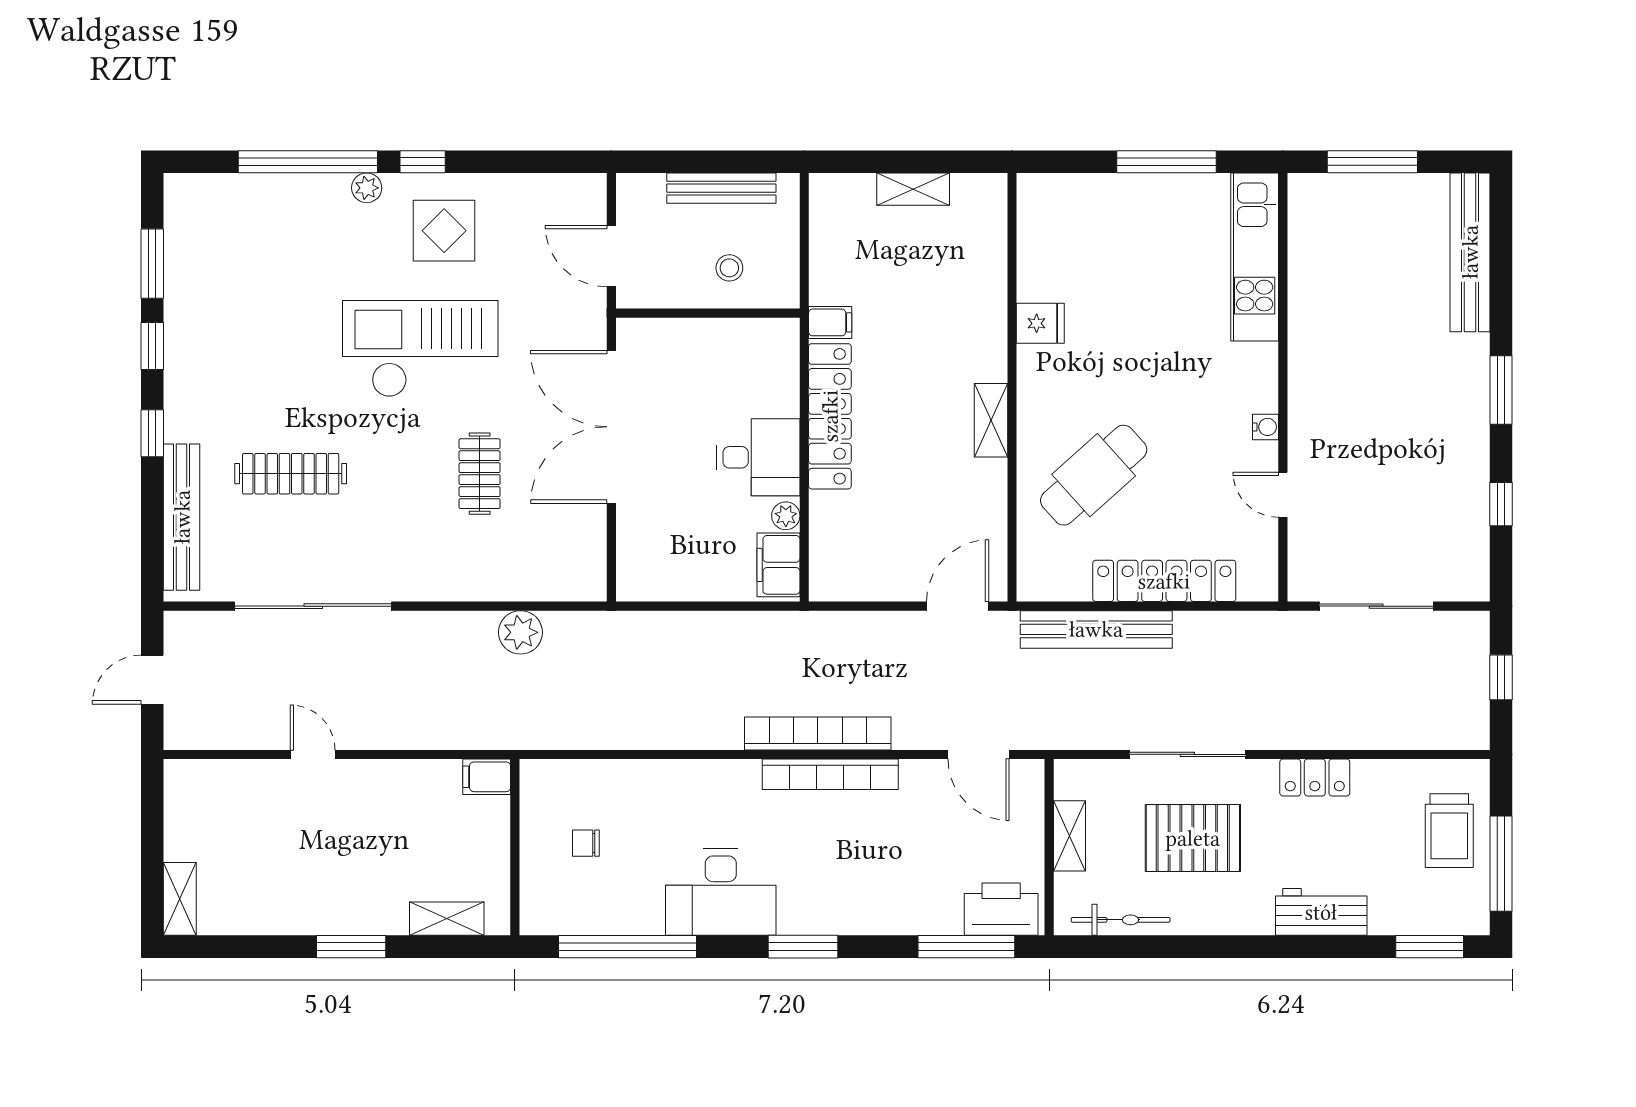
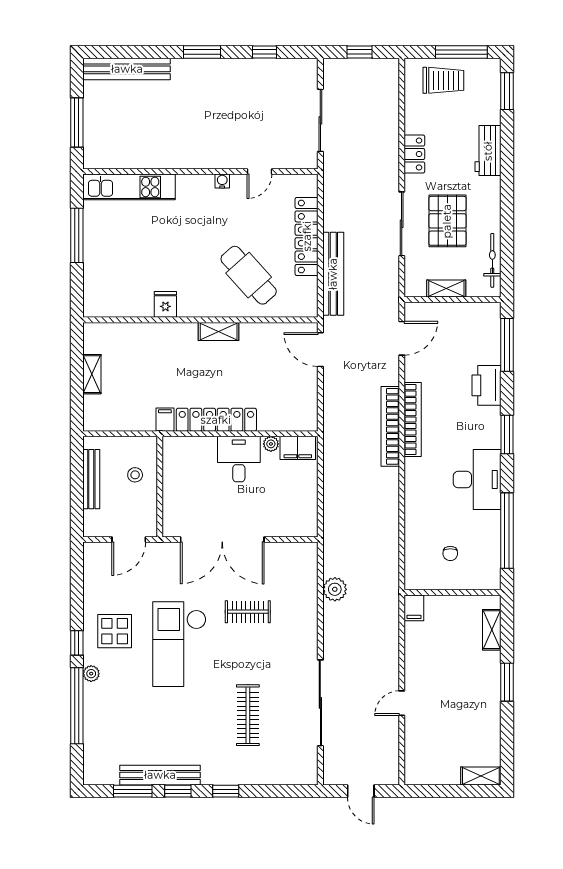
bench: (182, 517) -> (160, 775), moved
printer: (1001, 909) -> (486, 385), moved

